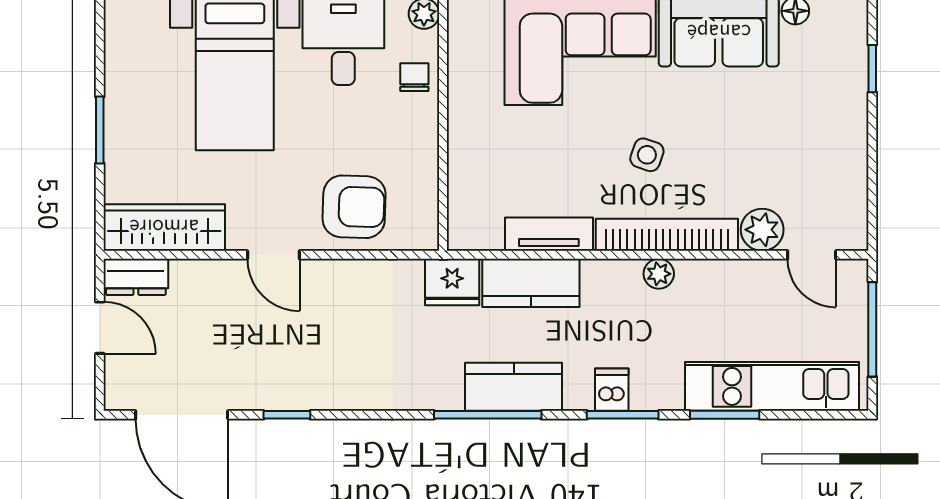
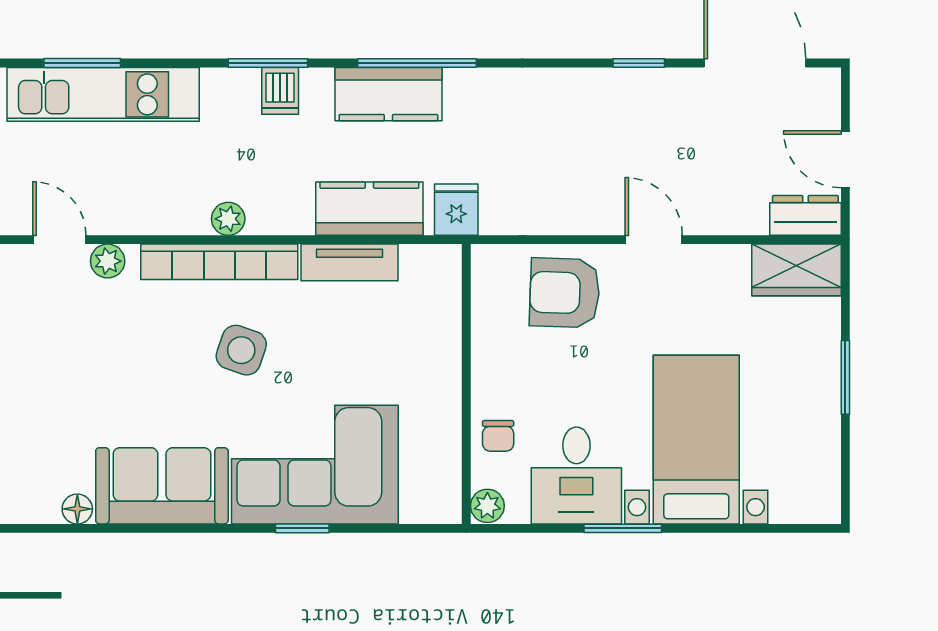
side table: (647, 155) -> (241, 350), width x1.37, depth x1.37
wardrobe: (164, 227) -> (796, 270), width x0.67
plant: (762, 230) -> (108, 261), width x0.73, depth x0.73
fridge: (452, 282) -> (456, 210), width x0.72
window: (725, 415) -> (82, 63), moved

